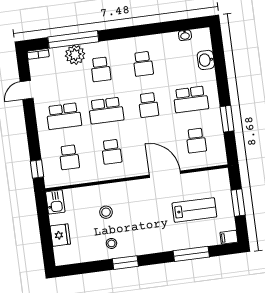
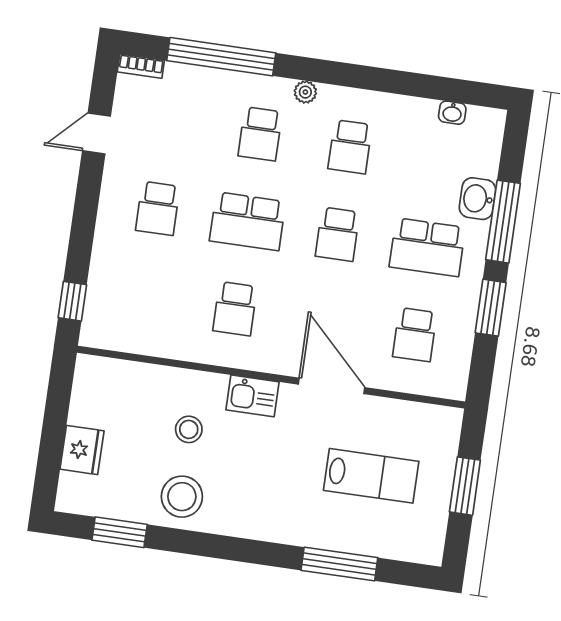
plant: (75, 55) -> (305, 92), moved, width x0.53, depth x0.53
washbasin: (206, 60) -> (477, 199), moved
window: (222, 78) -> (503, 222), added
school desk: (64, 116) -> (158, 208), width x0.54
school desk: (69, 157) -> (145, 296), removed
kitchen sink: (55, 202) -> (252, 396), moved, turned 90
filing cabinet: (229, 237) -> (426, 551), removed
stool: (111, 243) -> (182, 497), width x1.89, depth x1.89
window: (125, 263) -> (120, 532), moved

